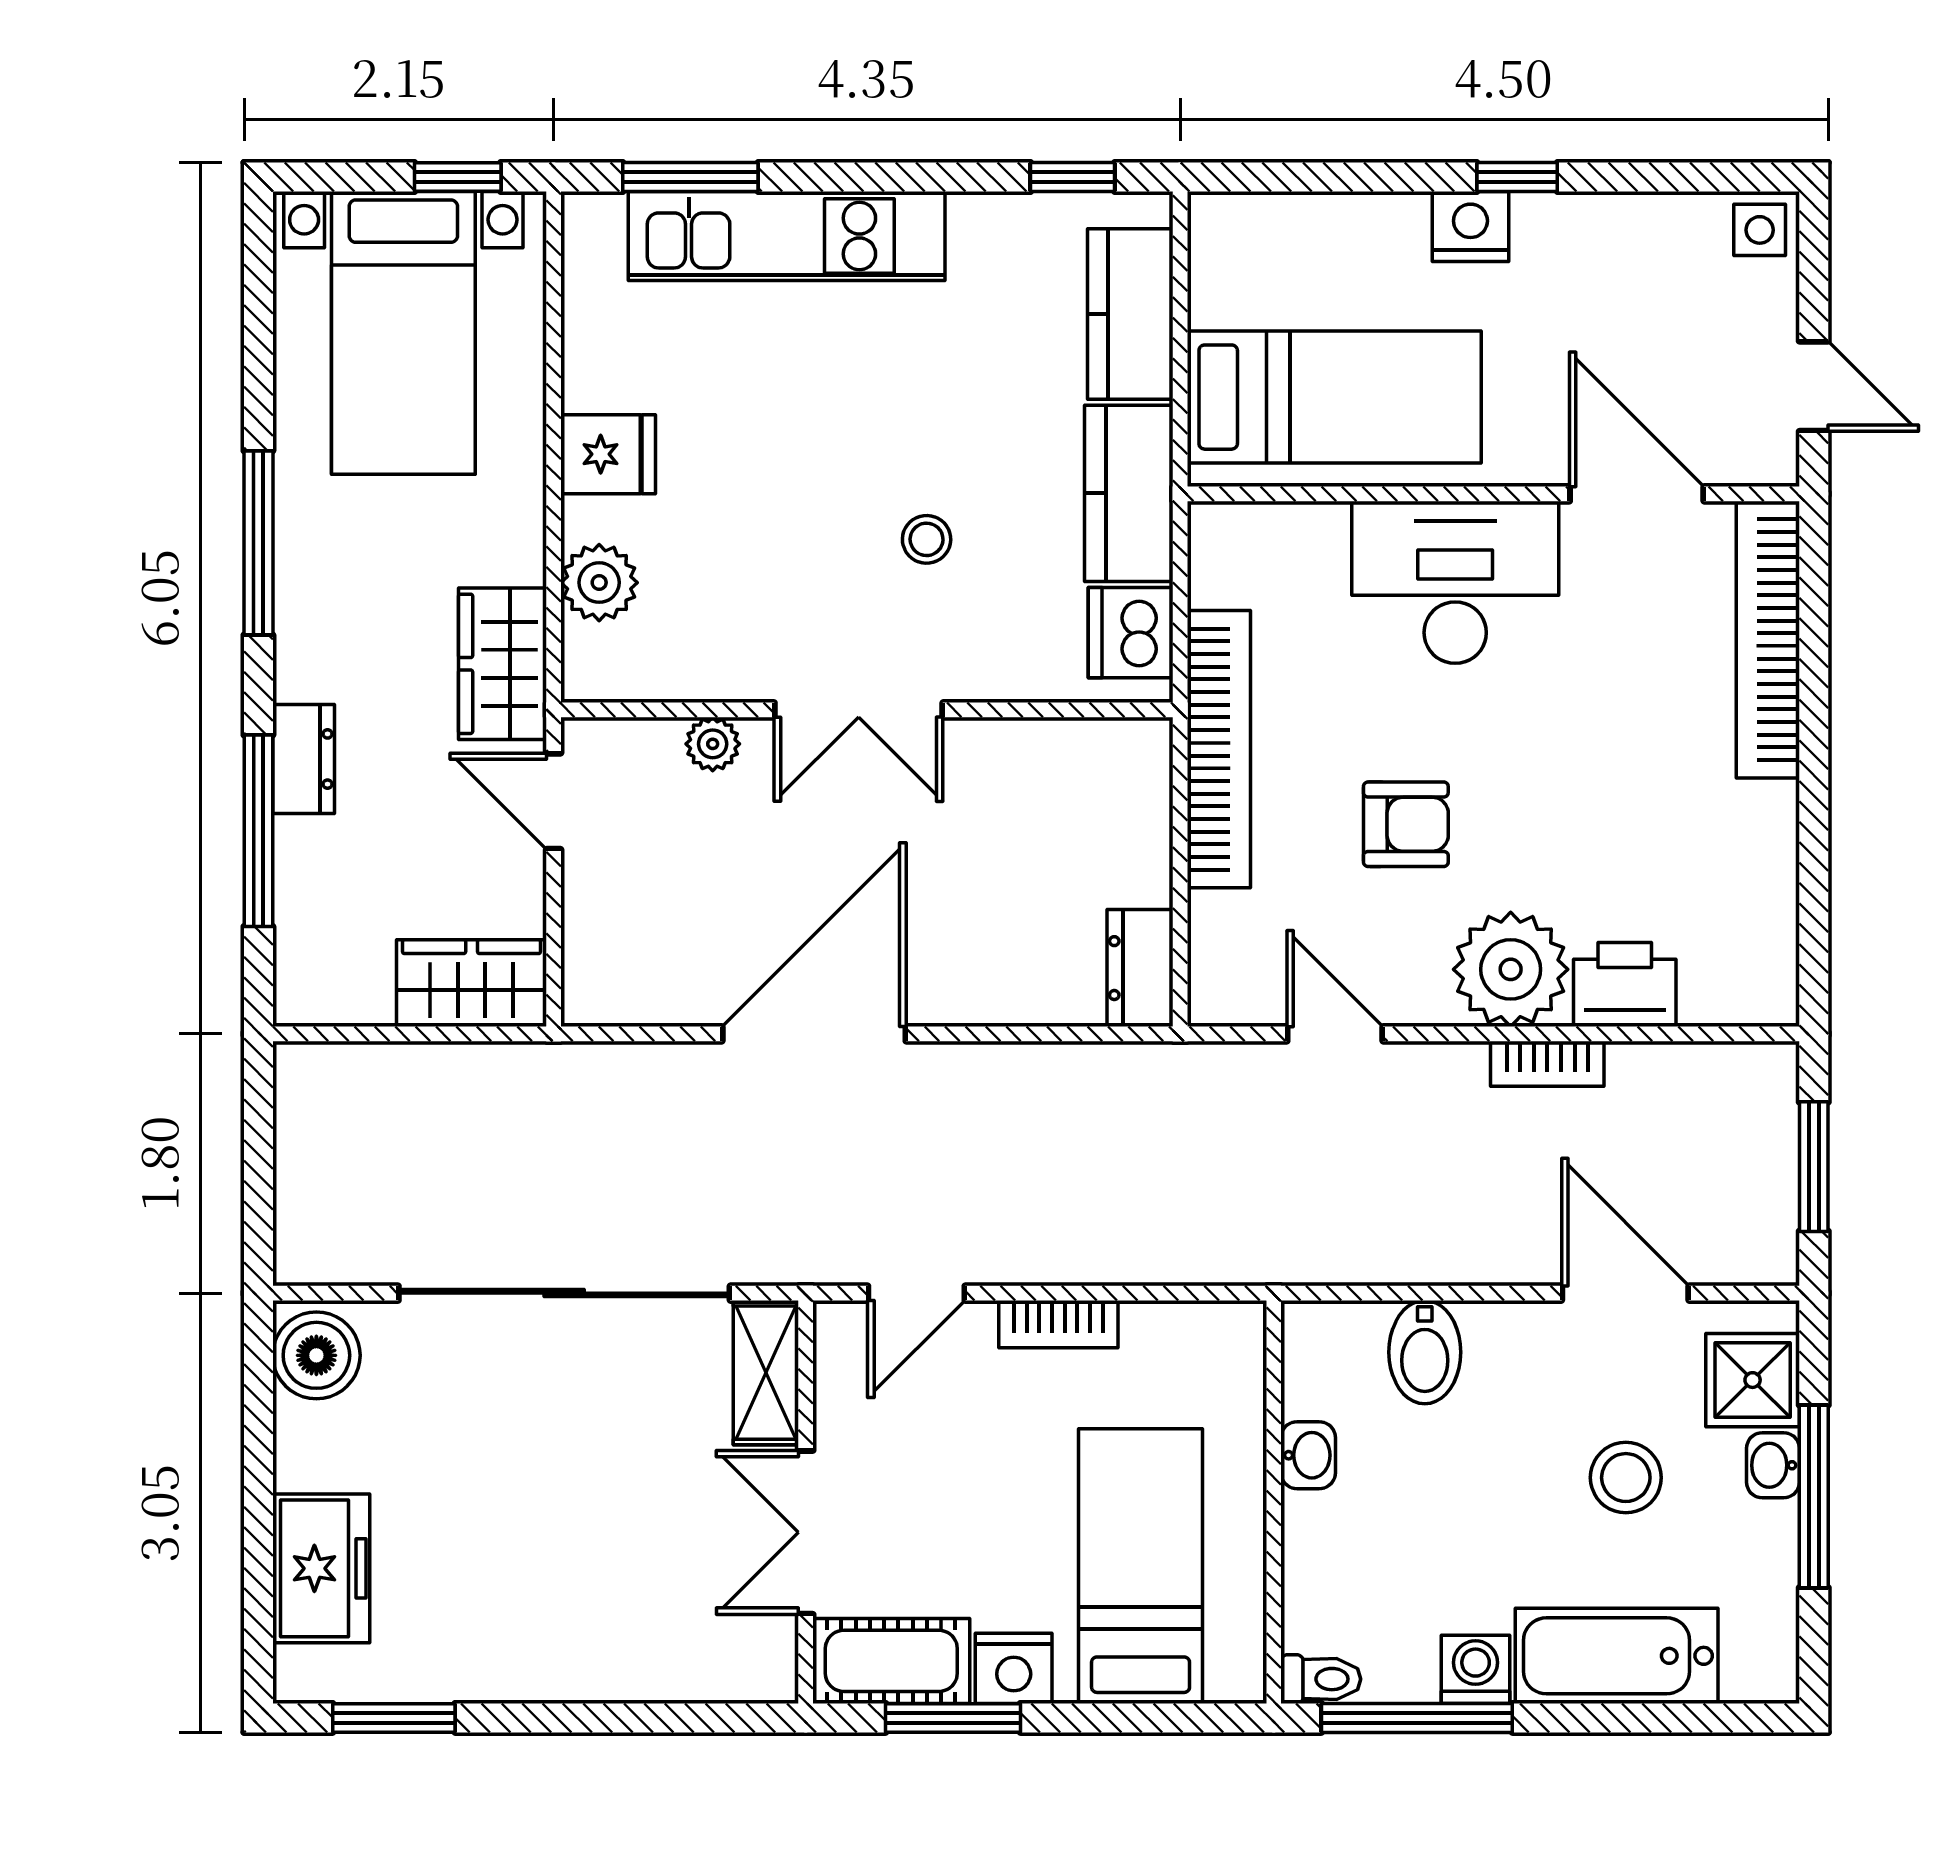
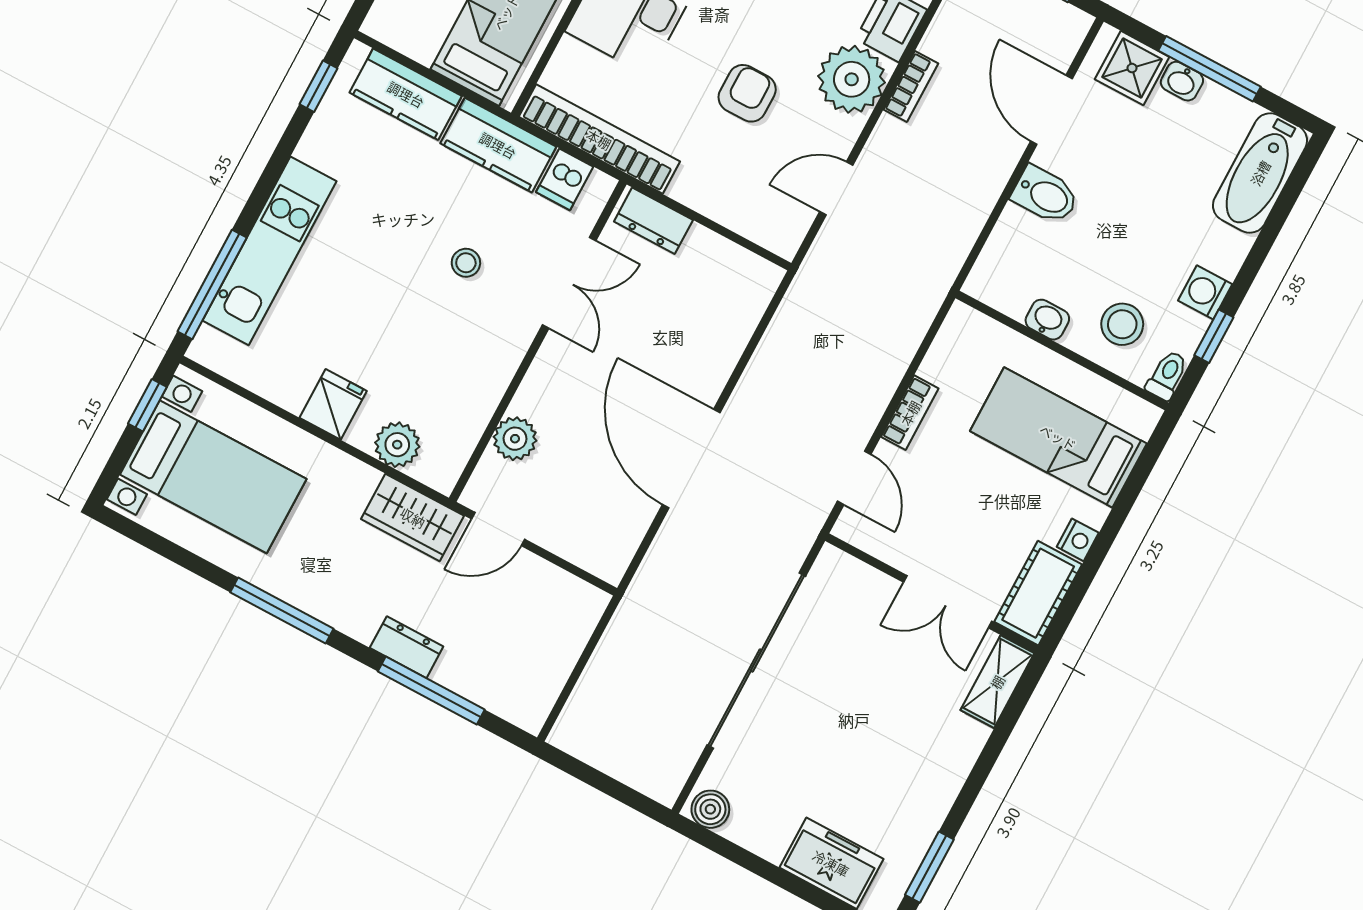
window: (690, 177) -> (212, 284), width x1.44
dishwasher: (1131, 633) -> (565, 179), width x0.73
double door: (859, 710) -> (569, 283), moved
plant: (713, 744) -> (515, 439), width x1.38, depth x1.38
bookcase: (1219, 749) -> (599, 139), moved
dresser: (1140, 968) -> (653, 221), moved
wardrobe: (472, 983) -> (570, 622), removed
door: (1625, 1293) -> (1051, 110), hinge flipped
bidet: (1425, 1352) -> (1045, 195), moved
boiler: (316, 1355) -> (710, 809), width x0.73, depth x0.73
shelving: (766, 1373) -> (997, 682), moved, turned 90
stool: (1626, 1478) -> (1122, 324), moved
bathtub: (1617, 1656) -> (1260, 173), moved
nightstand: (1014, 1668) -> (1078, 540), width x0.72, depth x0.74
window: (953, 1718) -> (1085, 577), removed
window: (1417, 1718) -> (1214, 336), width x0.46

